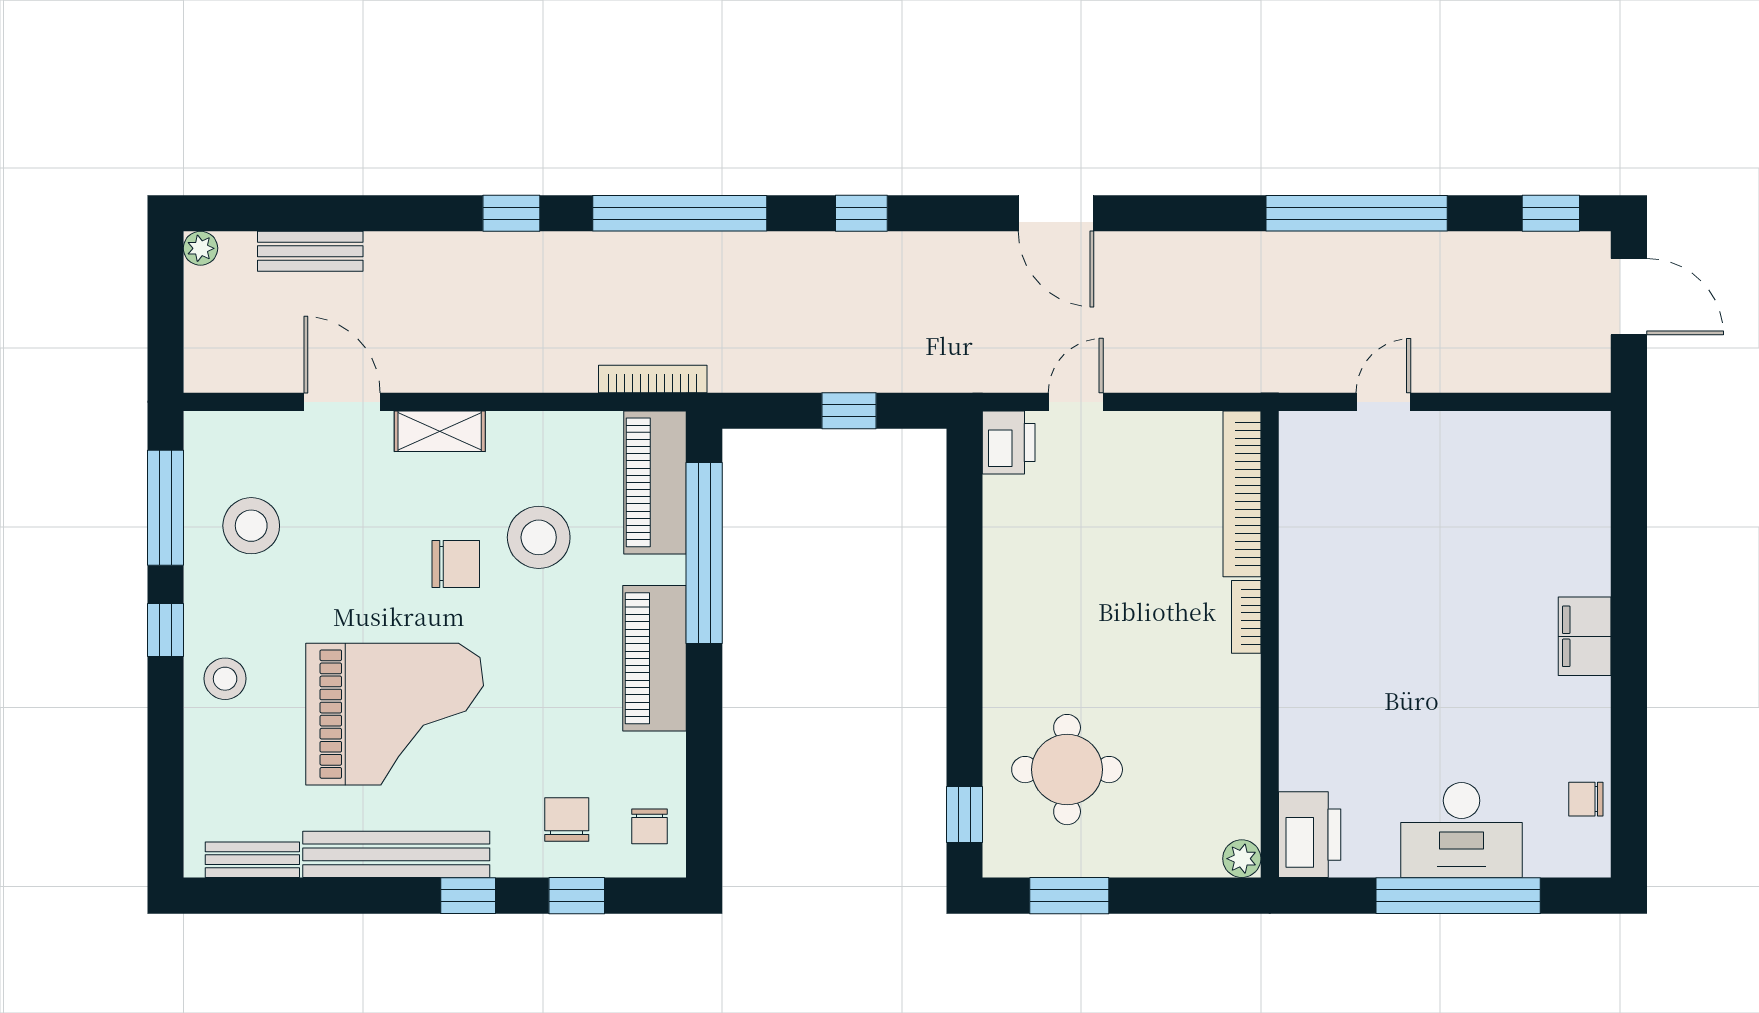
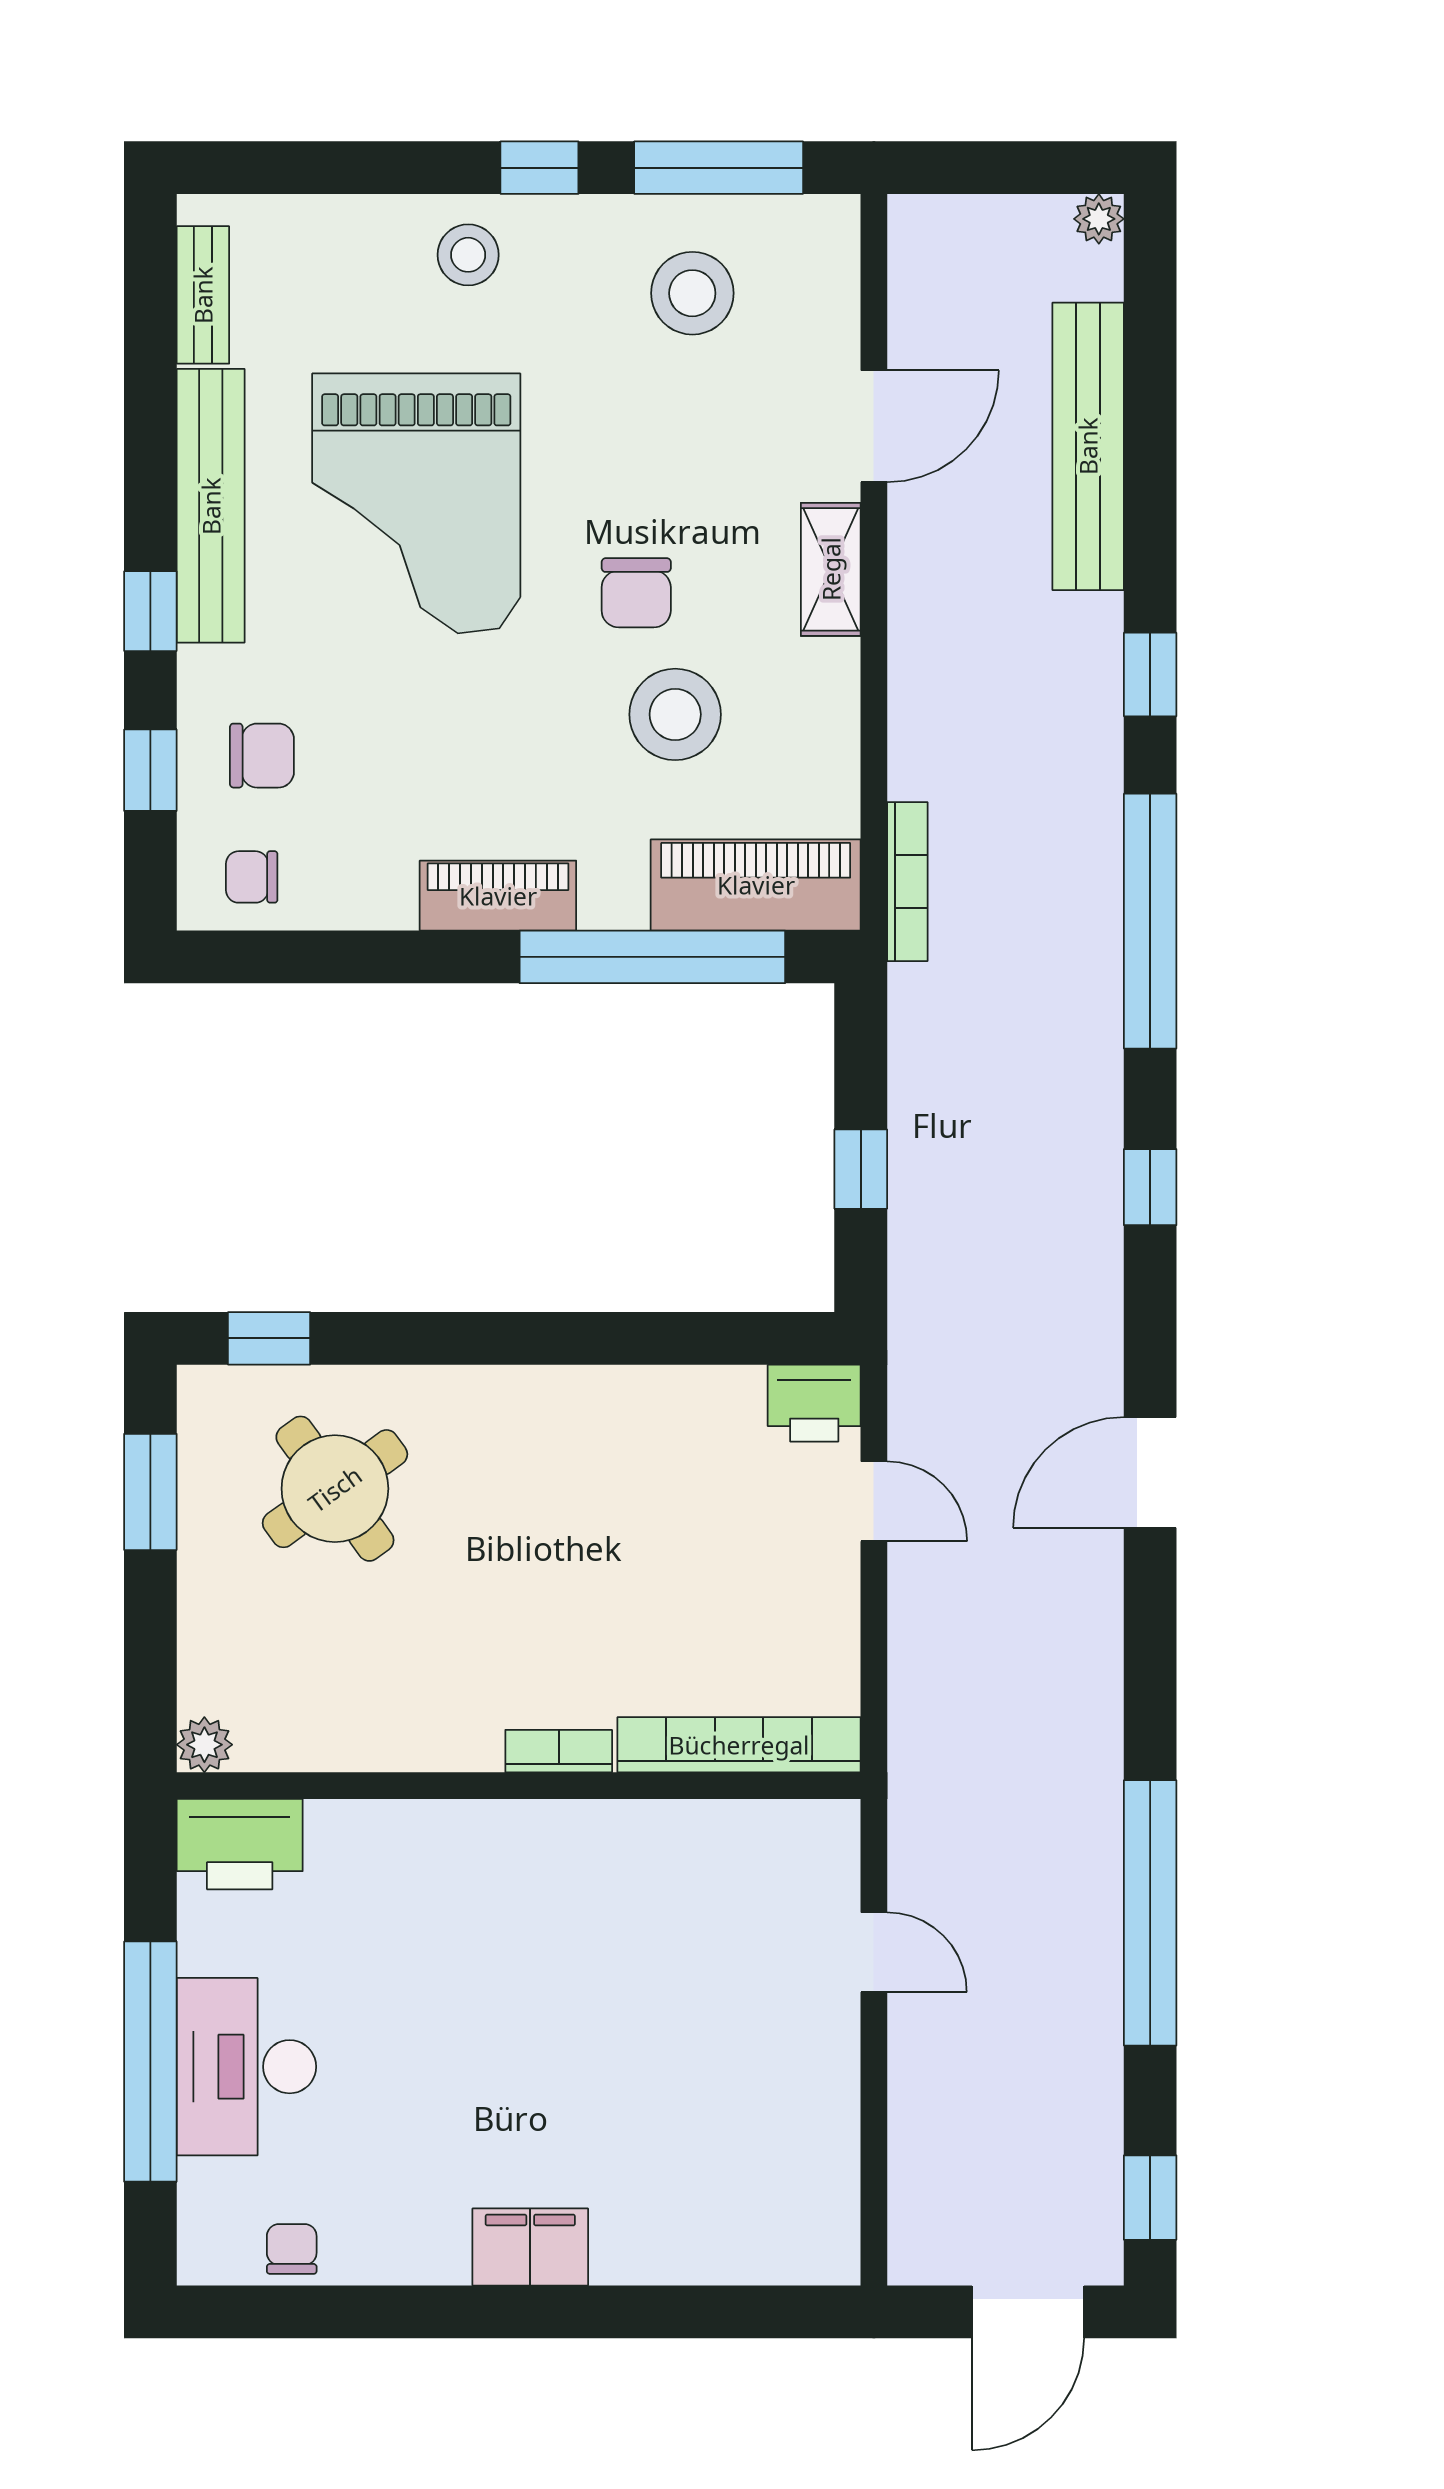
bench: (310, 251) -> (1088, 446), width x1.86, depth x1.21
piano: (655, 658) -> (498, 896), width x0.73, depth x0.75
round table: (1067, 770) -> (335, 1489), turned -36

